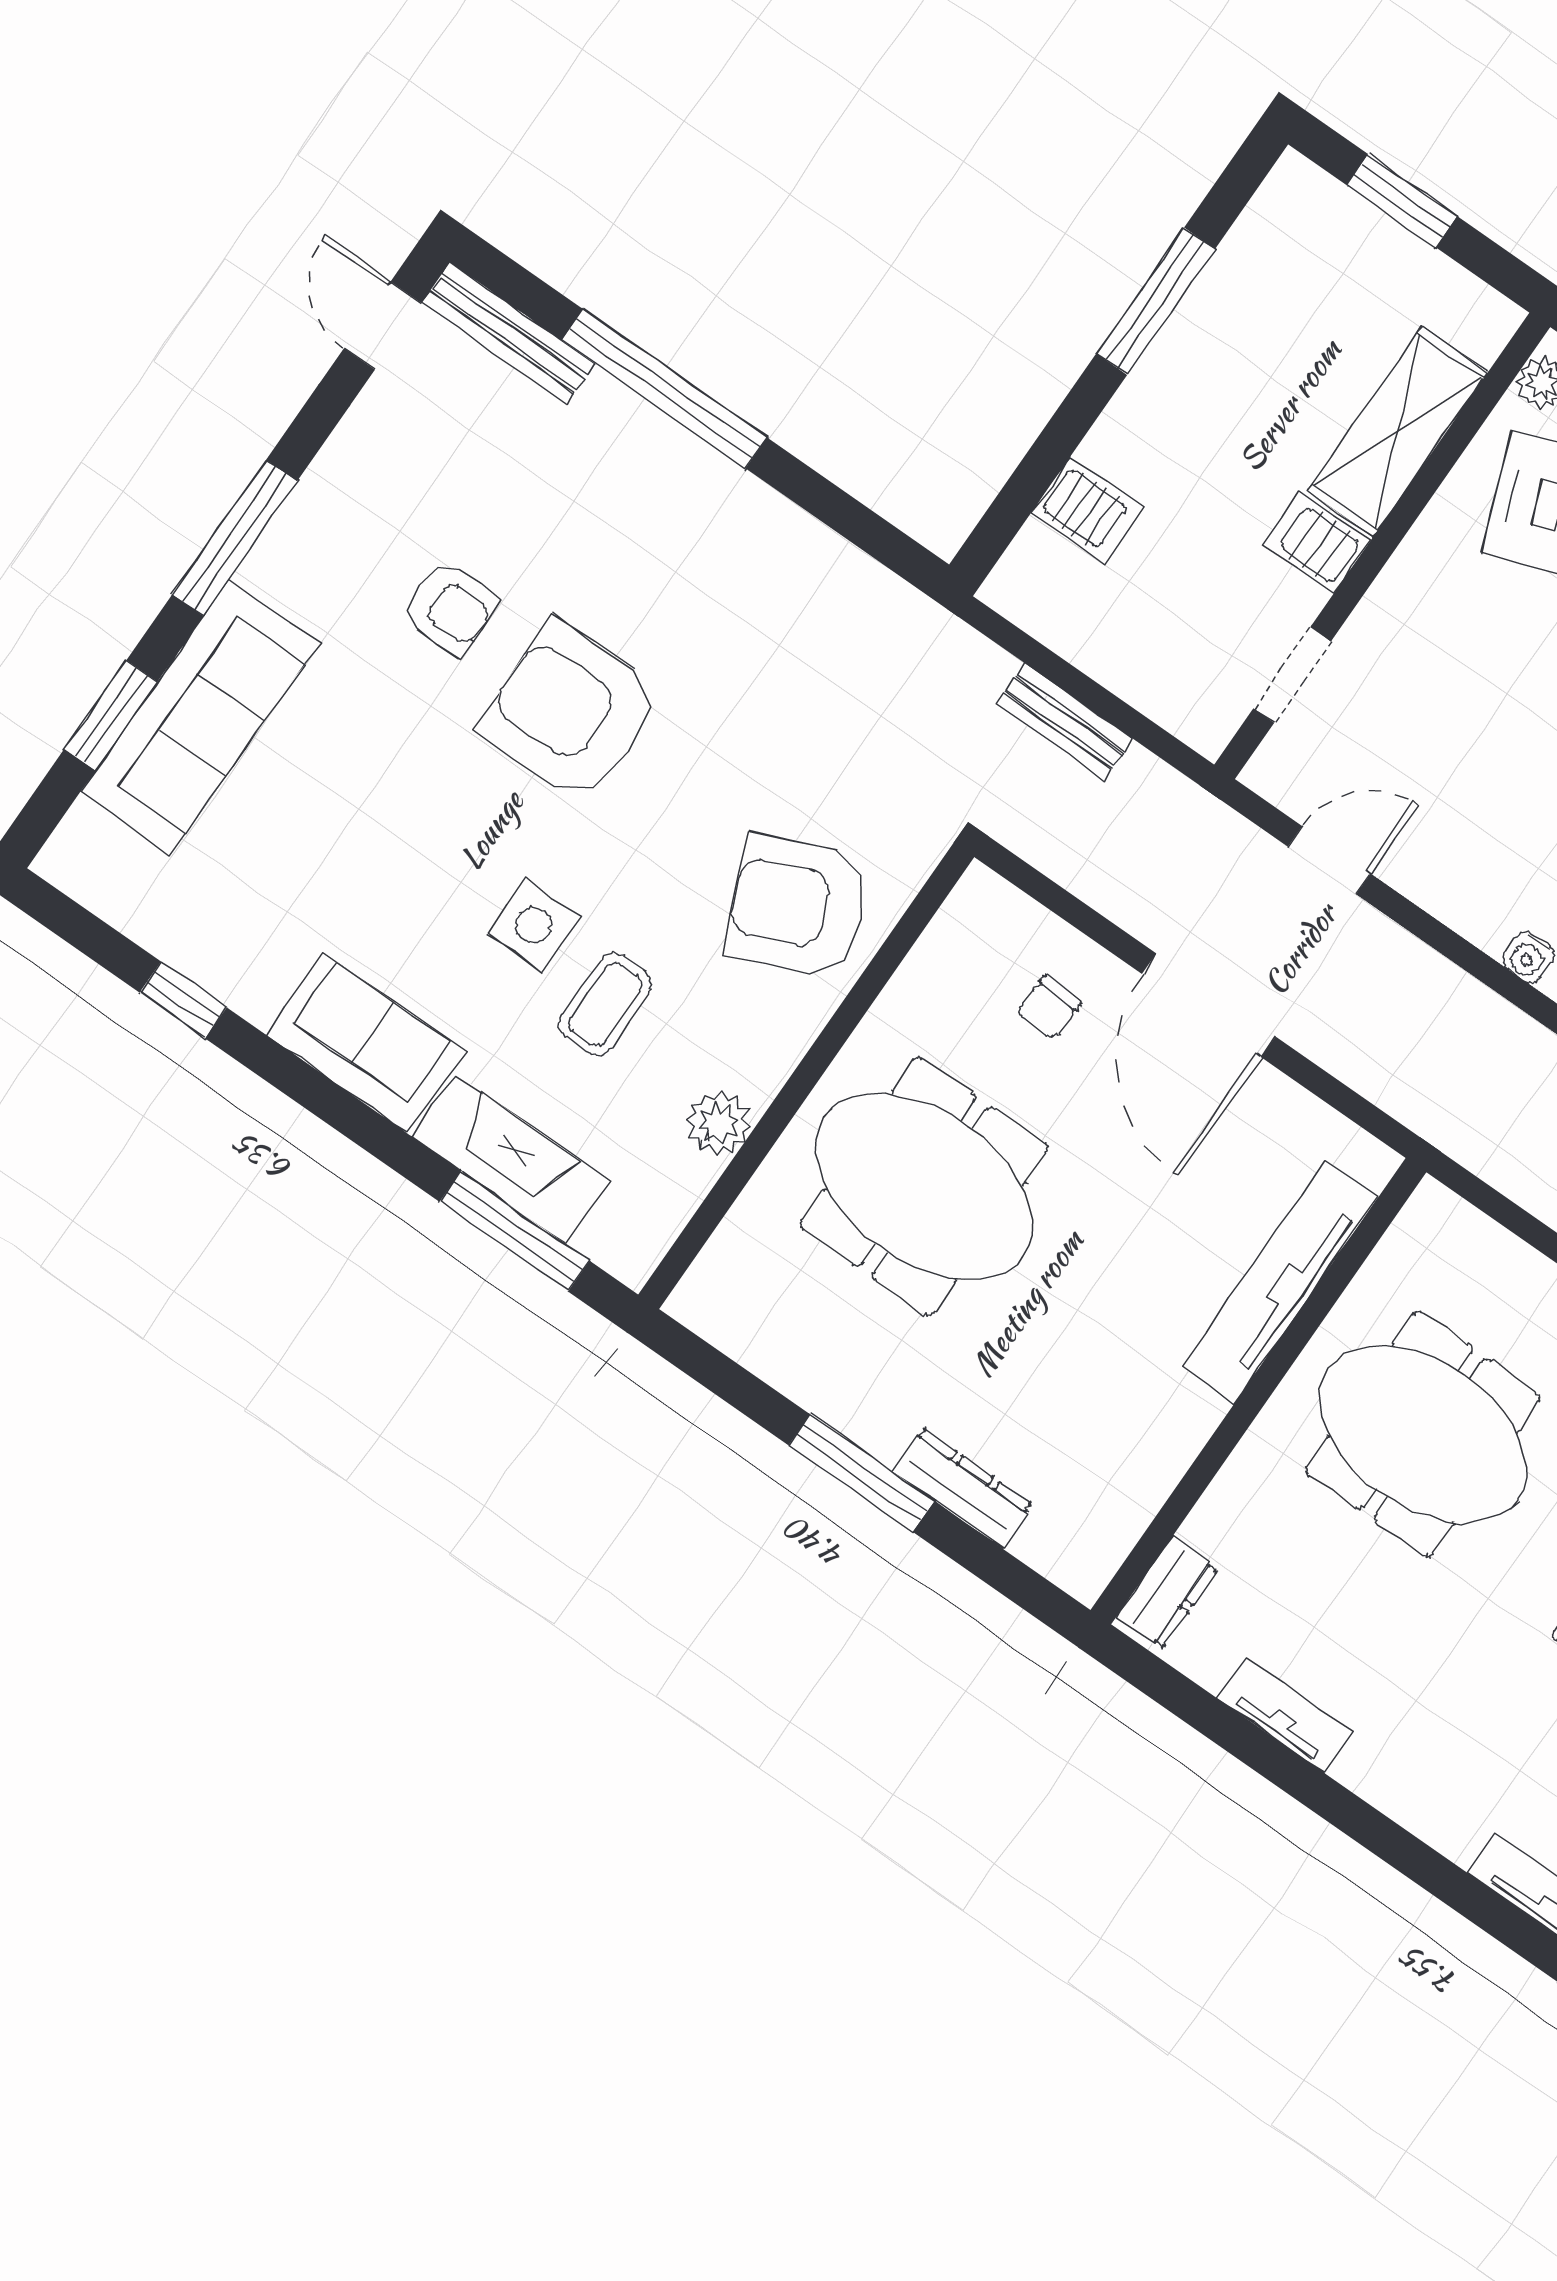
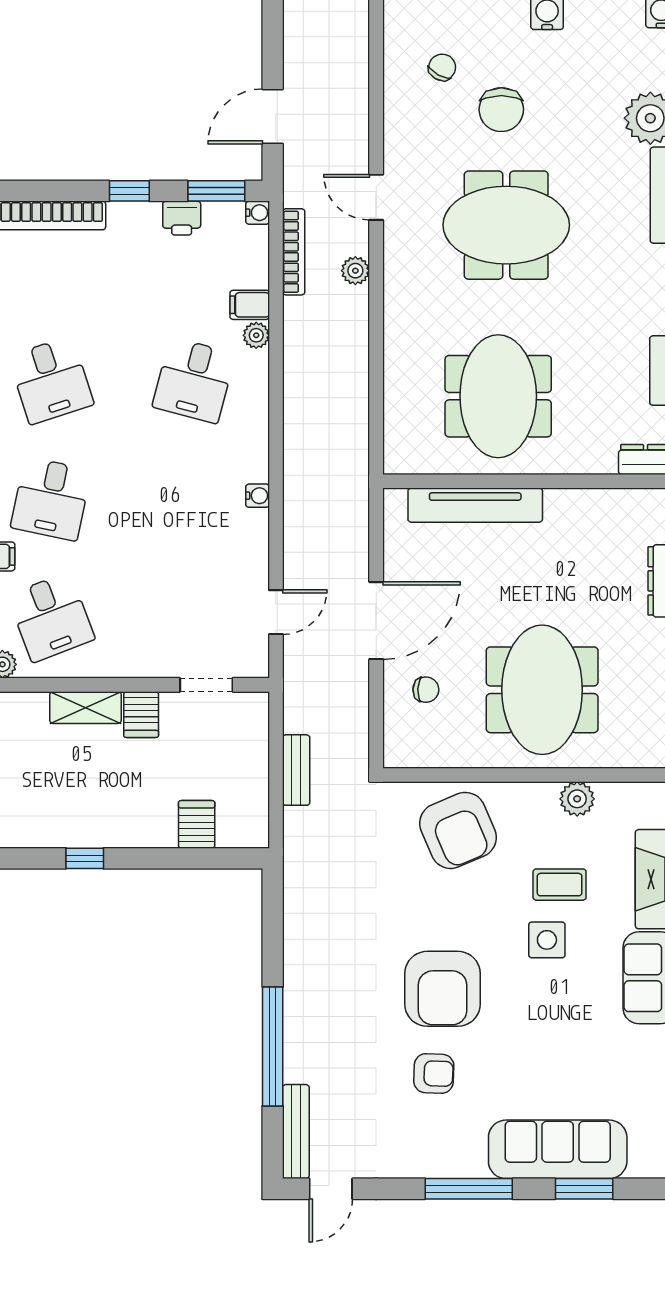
window: (1156, 301) -> (85, 858), width x0.46
shelving: (1398, 432) -> (86, 708), width x0.67, depth x0.75
armchair: (450, 608) -> (434, 1073), turned 92
door: (1329, 860) -> (276, 612), swing flipped

